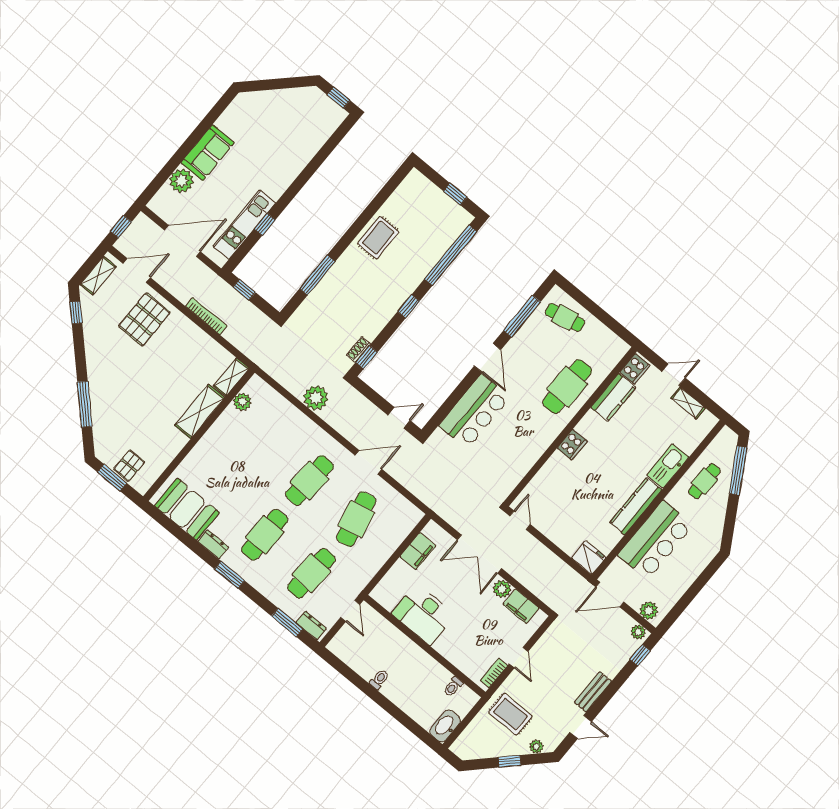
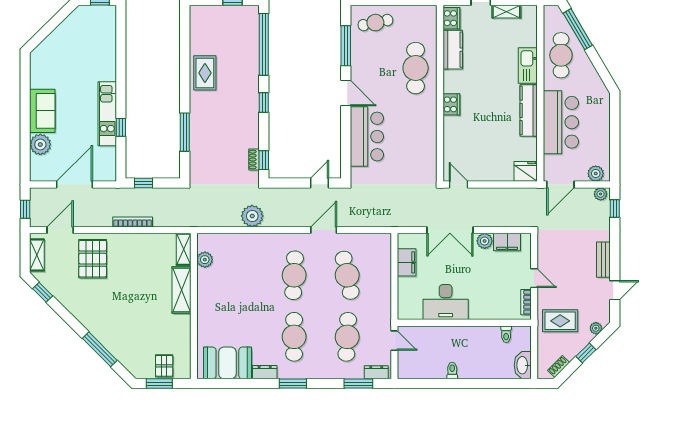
kitchen unit: (244, 224) -> (107, 114), moved
cafe table: (704, 481) -> (561, 55), width x1.37, depth x1.35
shoe rack: (476, 753) -> (559, 367), added

